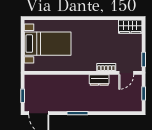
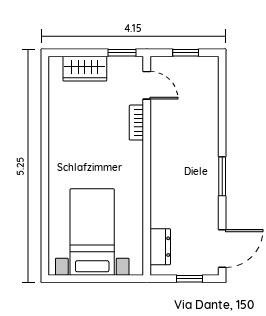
wardrobe: (130, 27) -> (85, 69), moved, turned 90
dresser: (99, 80) -> (160, 247), moved

